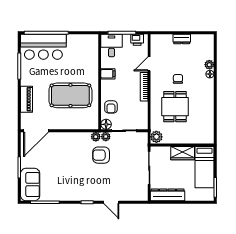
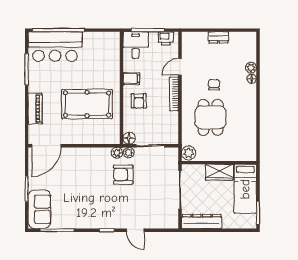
armchair: (111, 107) -> (139, 101), moved

